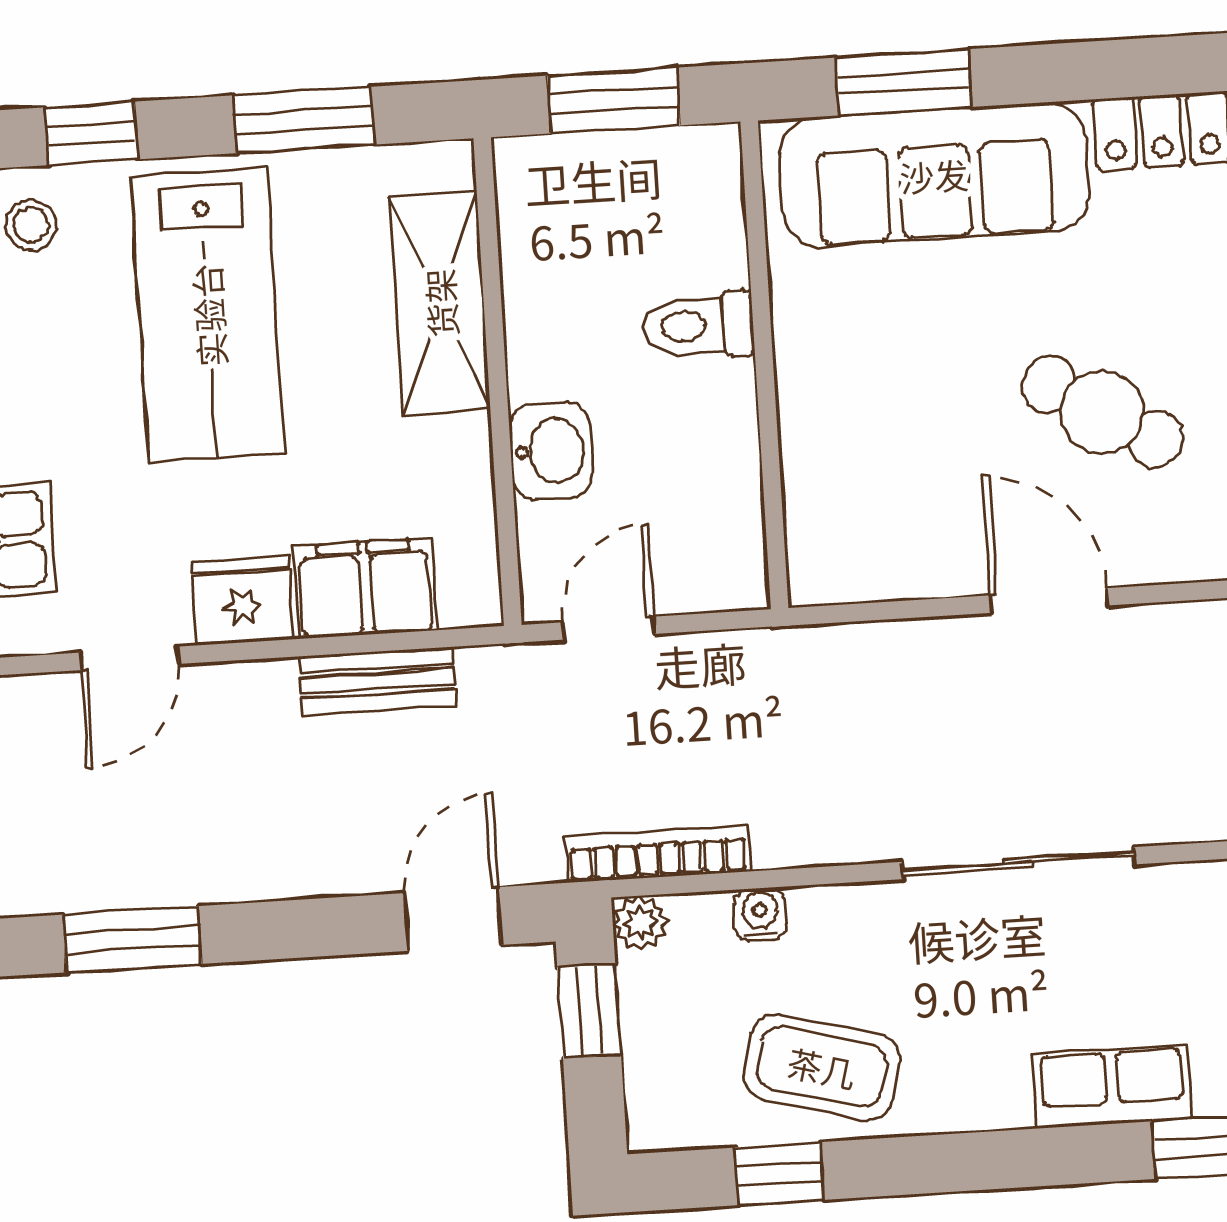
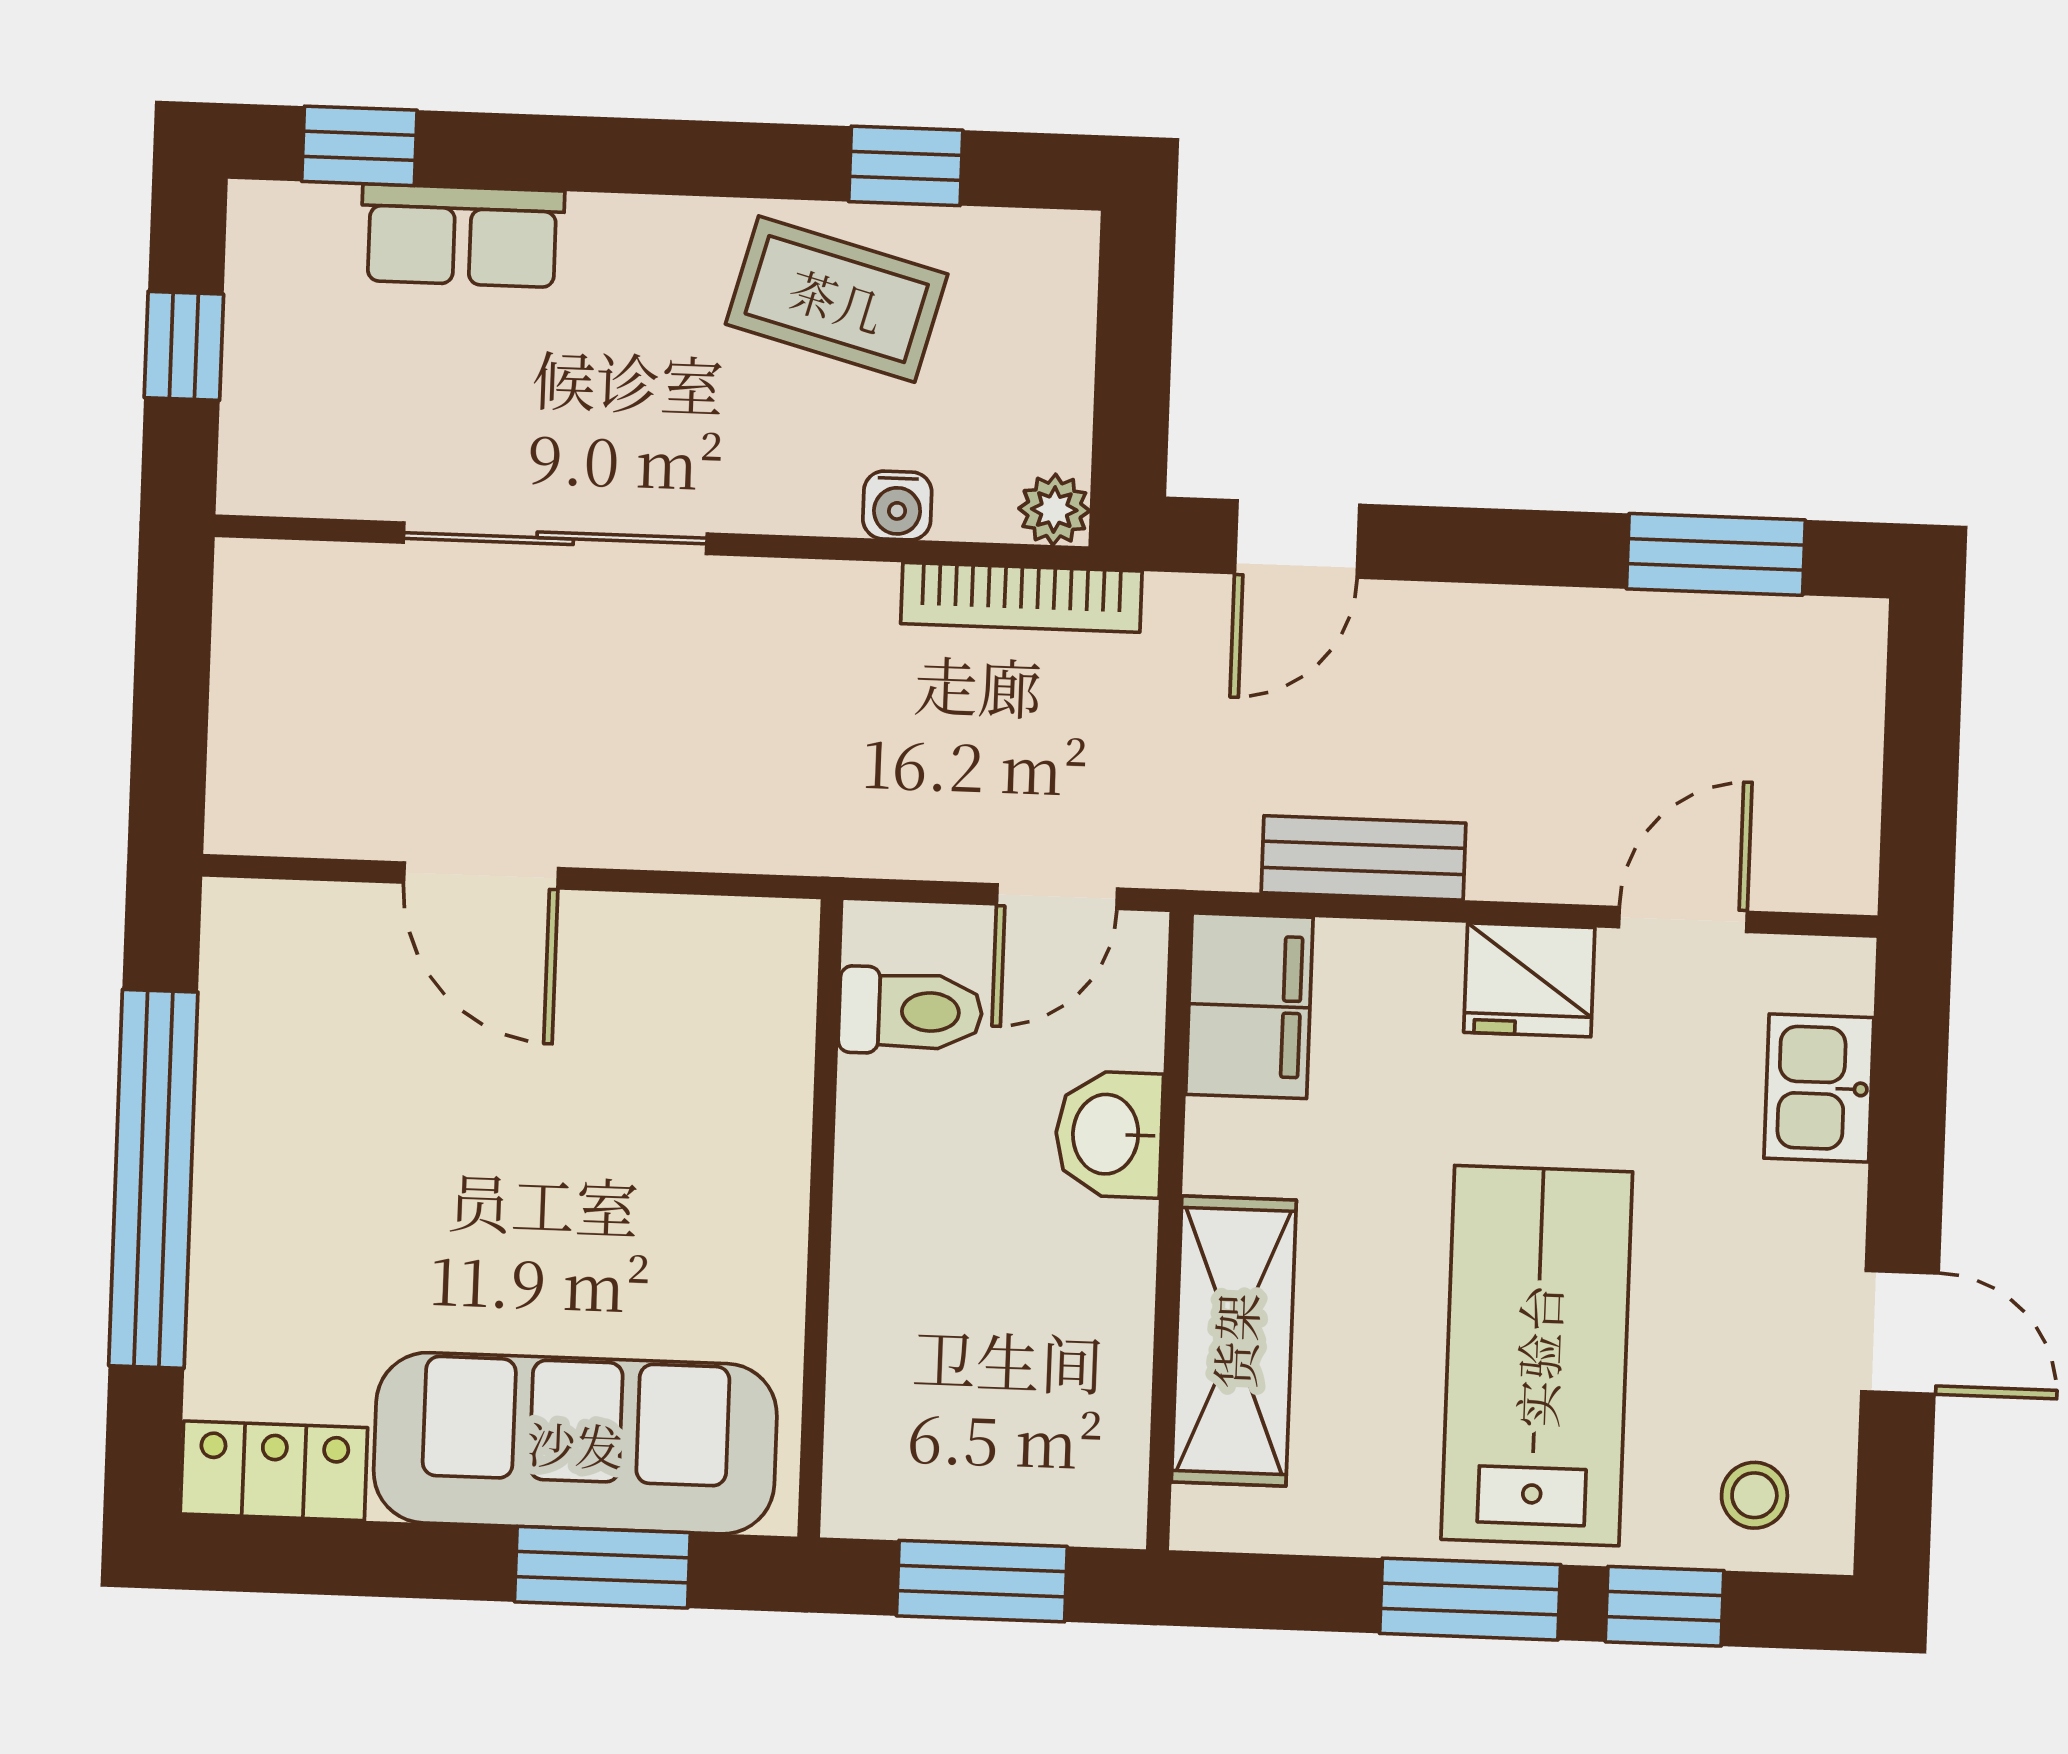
window: (303, 120) -> (1470, 1599), moved
toilet: (699, 325) -> (911, 1011), moved
cafe table: (1102, 412) -> (388, 1113), removed
filing cabinet: (366, 588) -> (1249, 1006), moved, turned -90
window: (589, 1011) -> (1132, 402), removed

